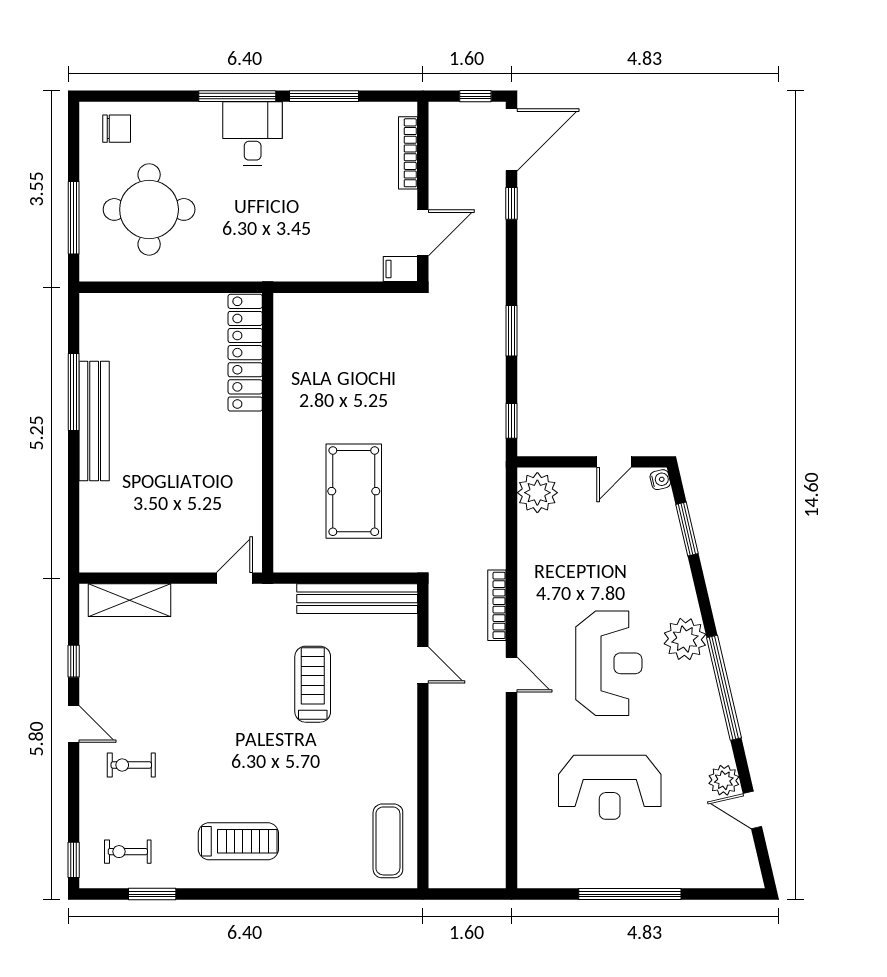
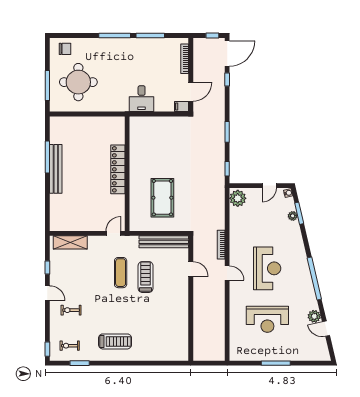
desk: (253, 133) -> (142, 99), moved, turned 180
locker: (245, 353) -> (118, 169), moved
plant: (685, 639) -> (293, 216), moved, width x0.53, depth x0.53
exercise mat: (388, 841) -> (121, 273), moved
window: (630, 894) -> (276, 363), width x0.68

